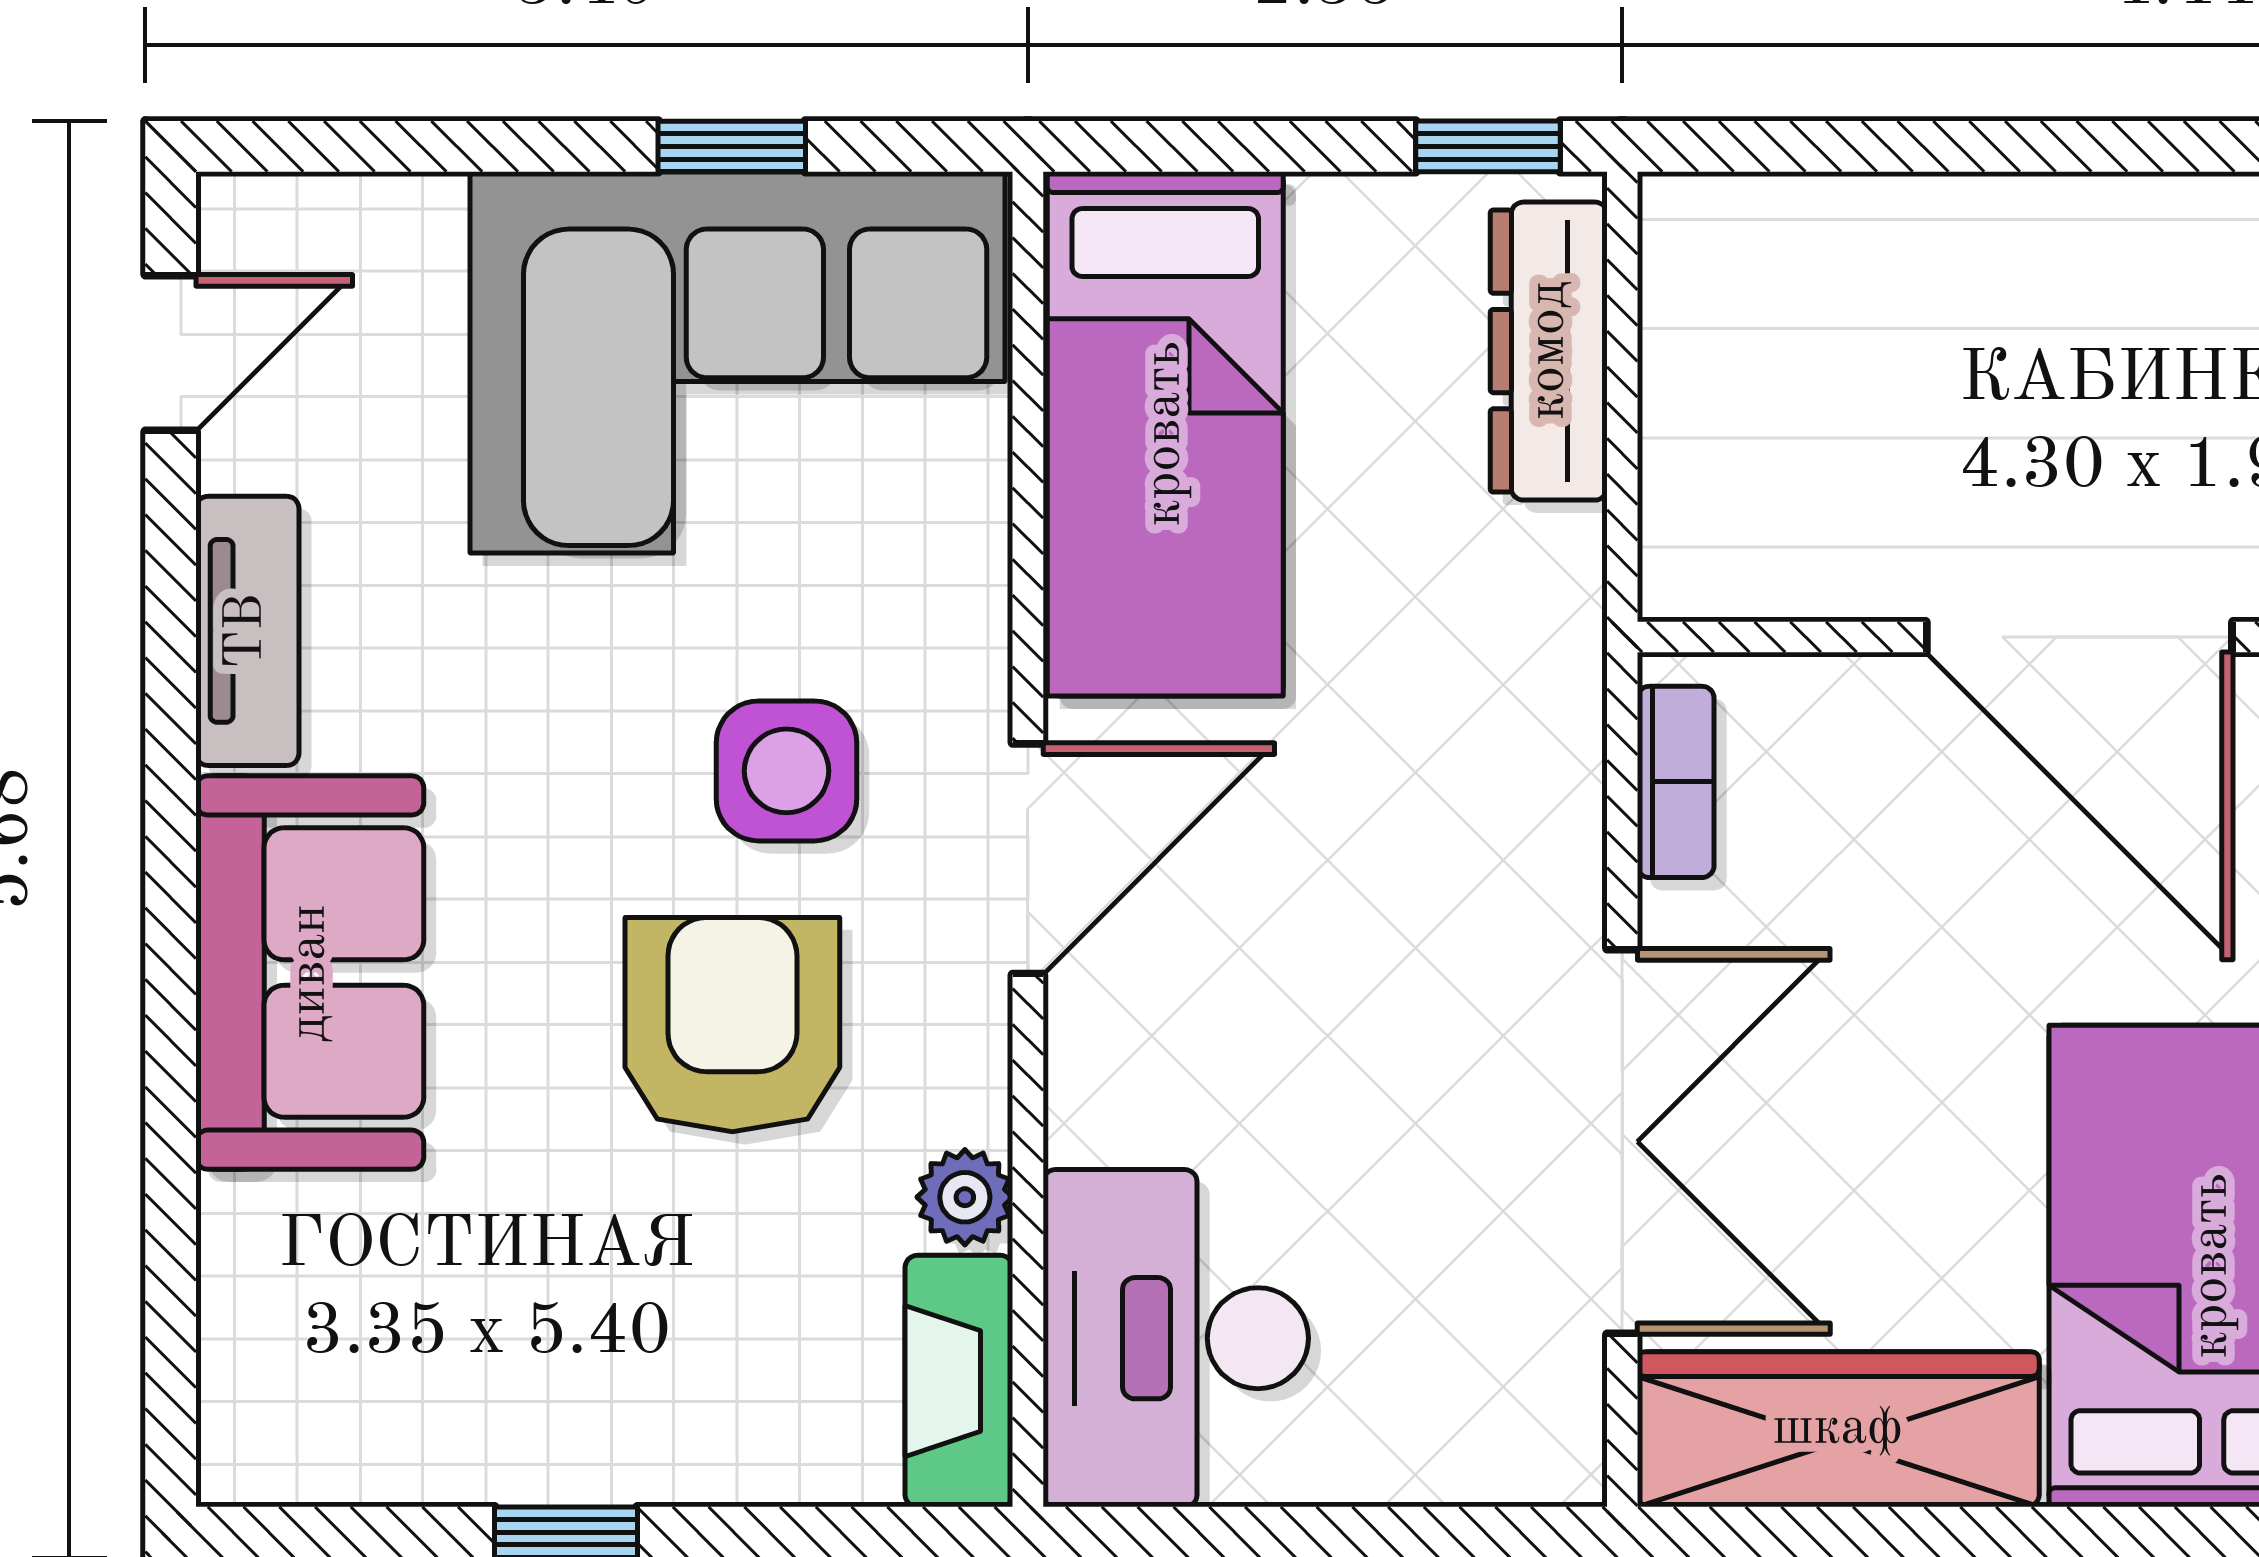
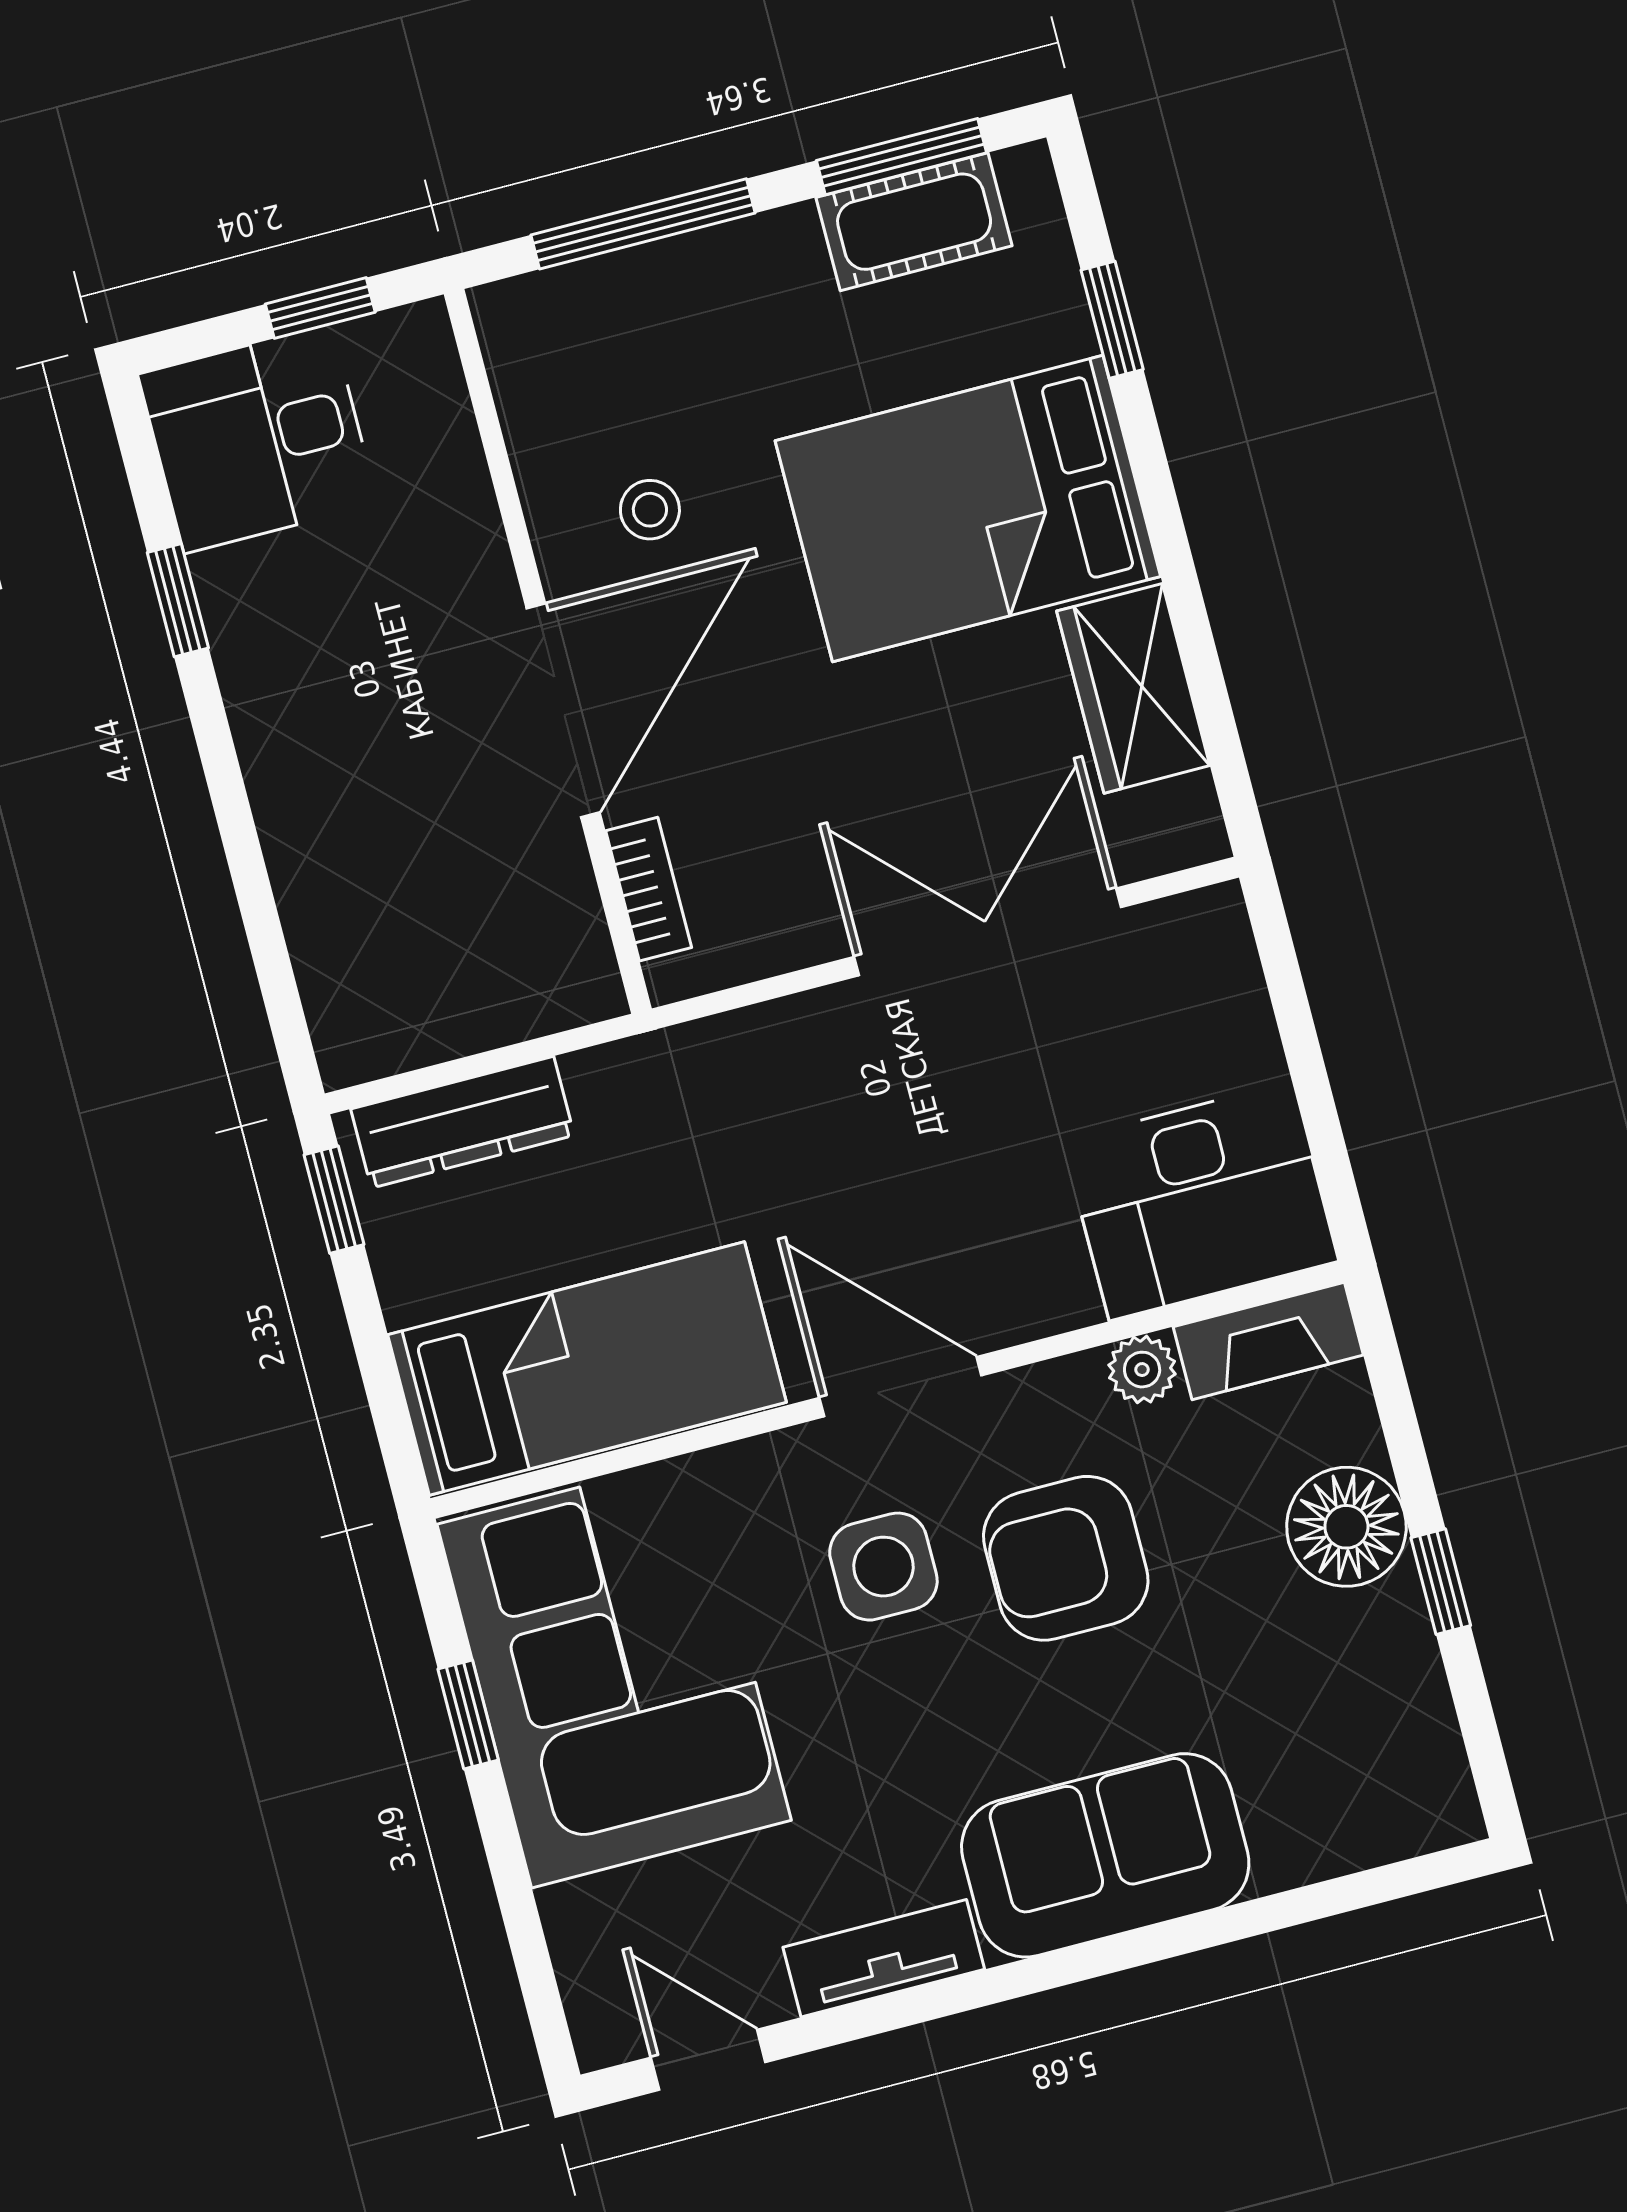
bookcase: (1676, 782) -> (649, 889), moved, turned 90
floor lamp: (675, 1422) -> (1346, 1527), added
wardrobe: (1838, 1429) -> (1133, 688), width x0.67

